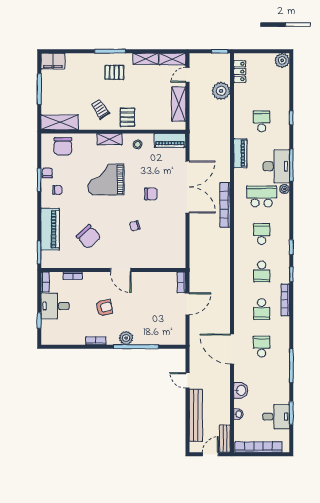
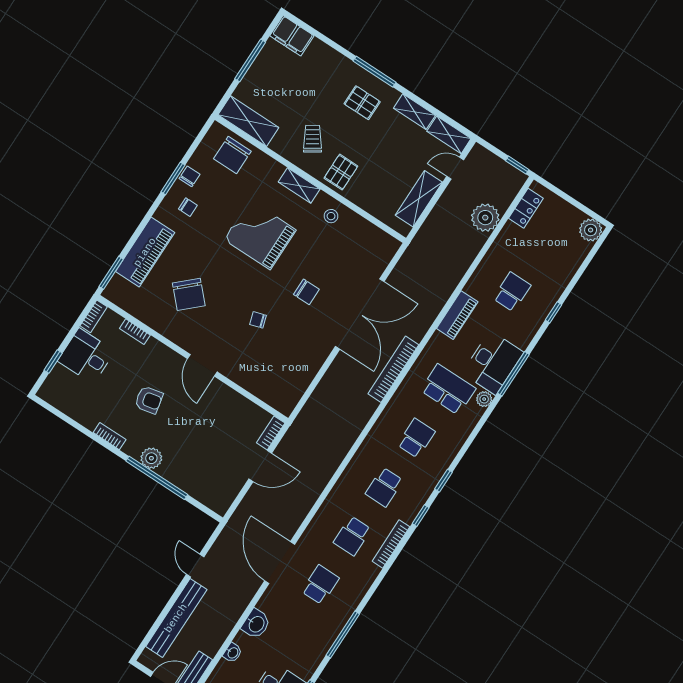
piano: (170, 141) -> (376, 239), removed

